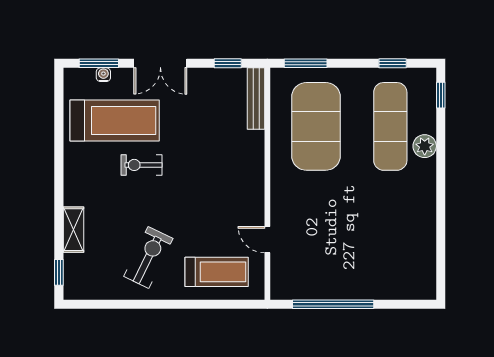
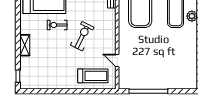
shelving: (73, 230) -> (25, 45), moved
exercise bike: (148, 257) -> (82, 36), moved

